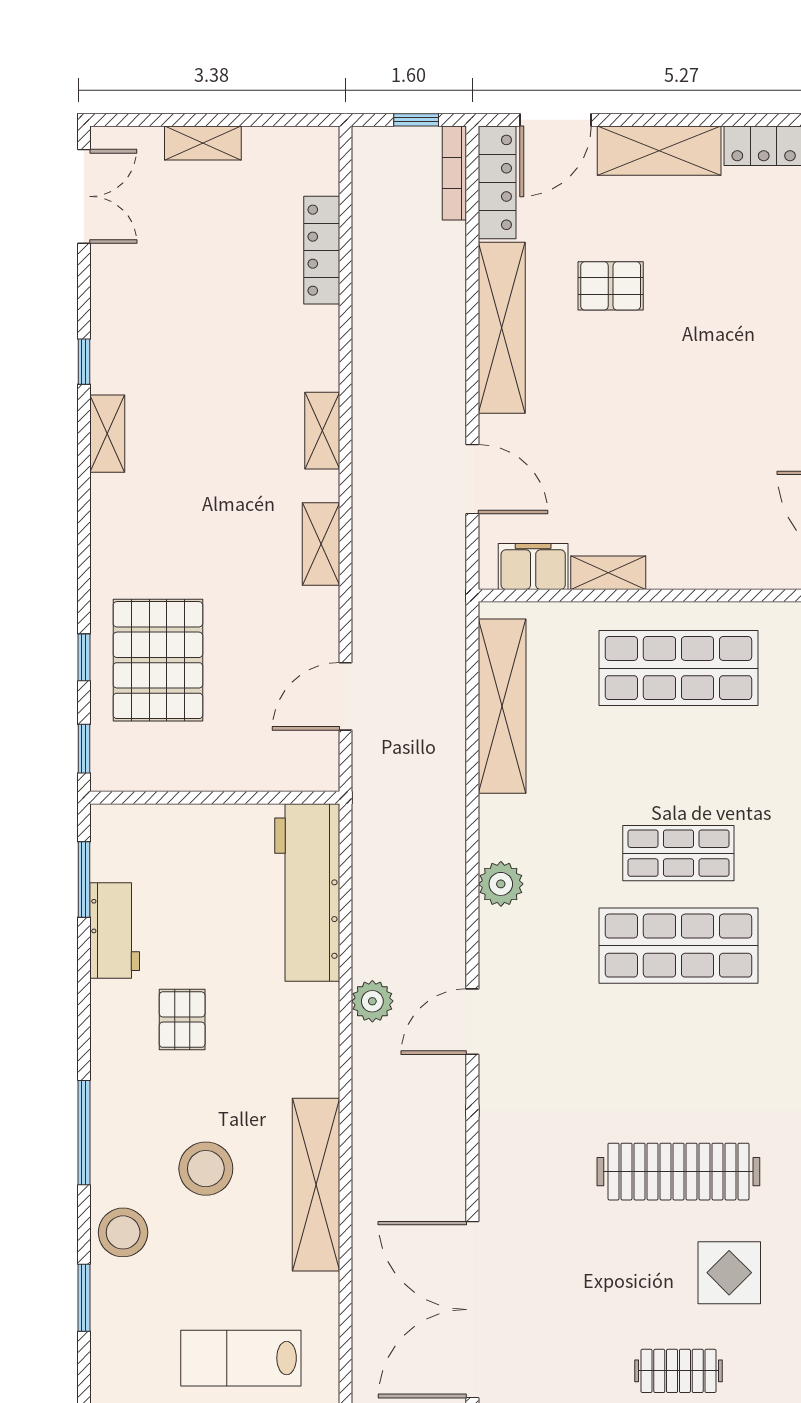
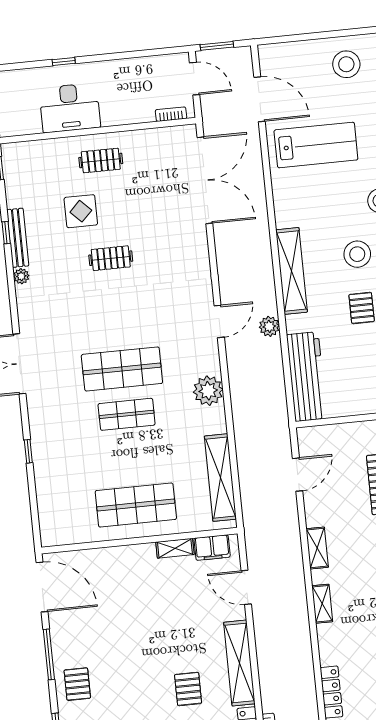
pallet: (611, 286) -> (188, 689), turned 90
plant: (501, 884) -> (208, 391), width x1.36, depth x1.36
stool: (206, 1169) -> (357, 254), moved
clothes rail: (678, 1172) -> (111, 258), width x0.54, depth x0.76
shelving: (316, 1185) -> (292, 271), moved
lab bench: (241, 1358) -> (316, 145), width x1.36, depth x1.39

